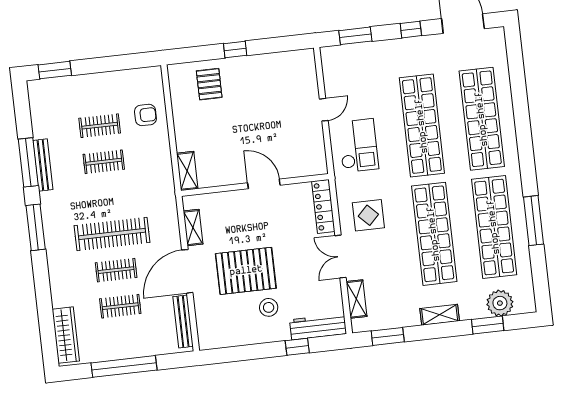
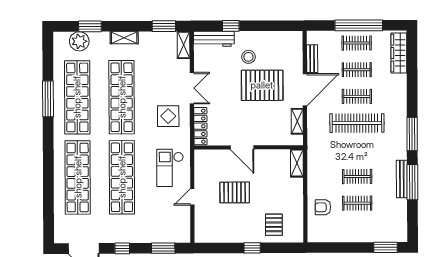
pallet: (267, 122) -> (235, 192), added
shelving: (356, 299) -> (184, 45), moved
bench: (183, 321) -> (312, 59), width x0.73
clothes rail: (124, 342) -> (357, 43), added

